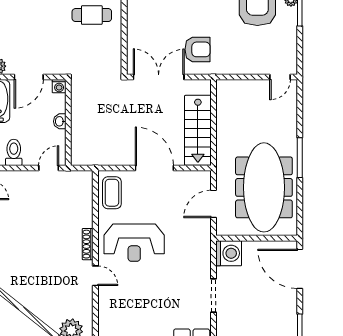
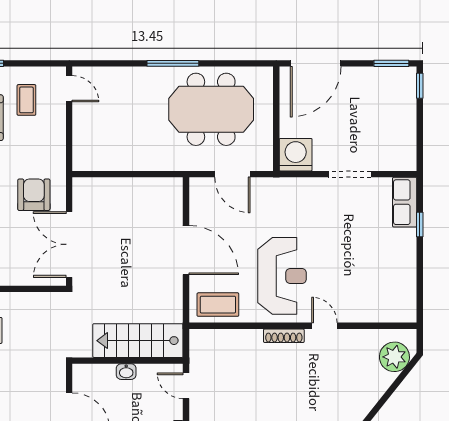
coffee table: (271, 44) -> (26, 100), added
washing machine: (59, 86) -> (81, 372), removed
stairs: (198, 130) -> (138, 341), moved, turned 180
door: (154, 168) -> (186, 250), swing flipped
meeting table: (264, 187) -> (211, 109), width x0.73
door: (95, 276) -> (324, 326), hinge flipped

